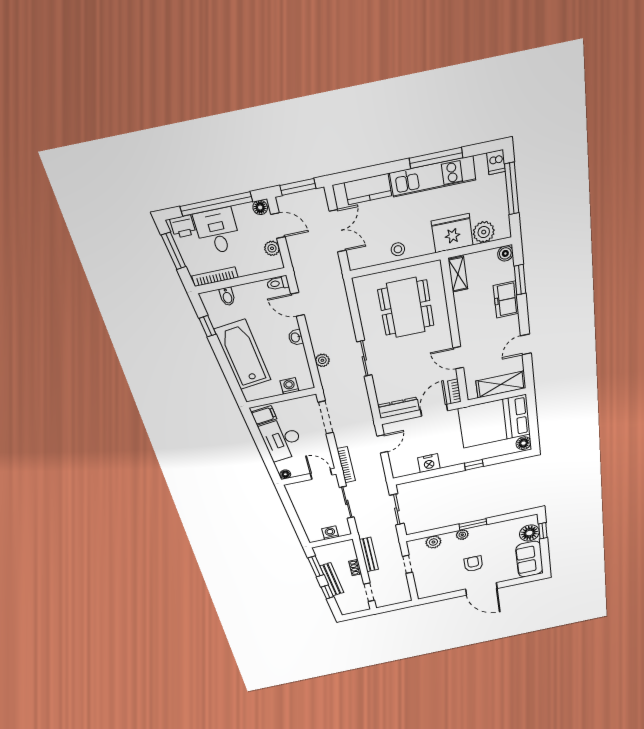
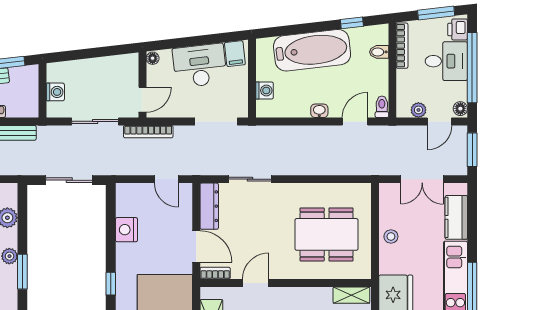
sliding door: (364, 358) -> (250, 179), moved
plant: (322, 360) -> (287, 133), removed

